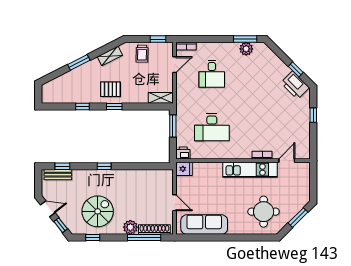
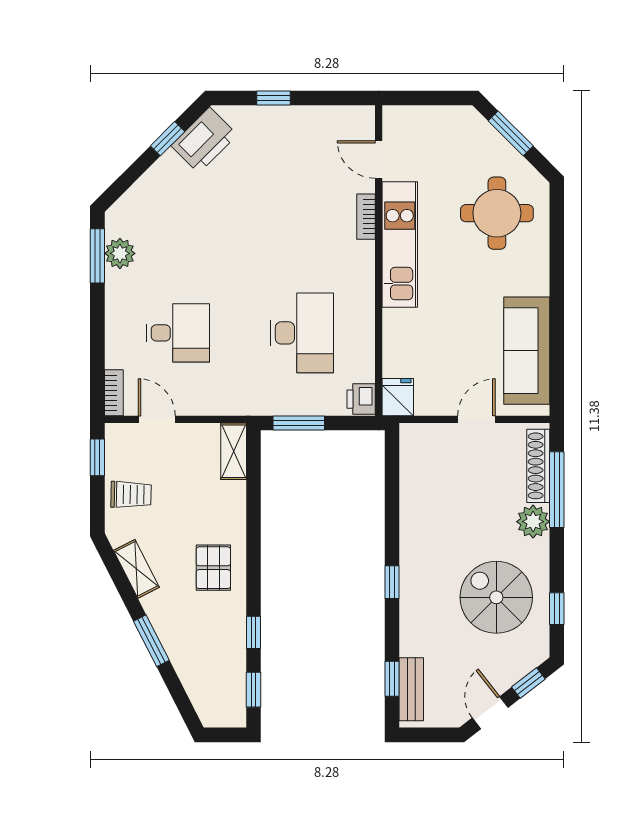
window: (114, 107) -> (254, 690), moved

